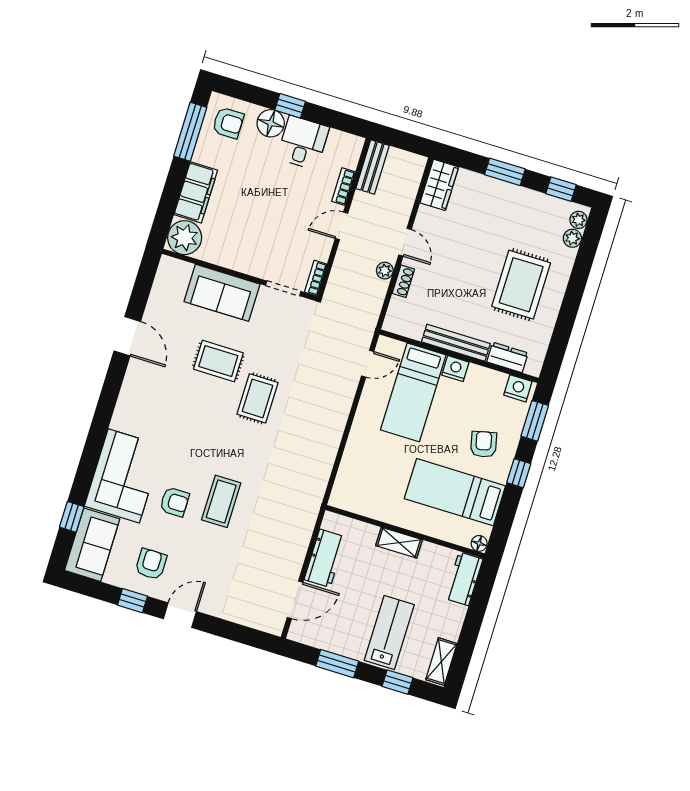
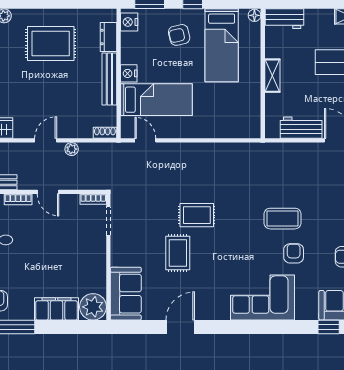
shoe rack: (403, 281) -> (105, 133), moved
sofa: (222, 293) -> (126, 294), moved
corner sofa: (124, 476) -> (262, 297), moved

